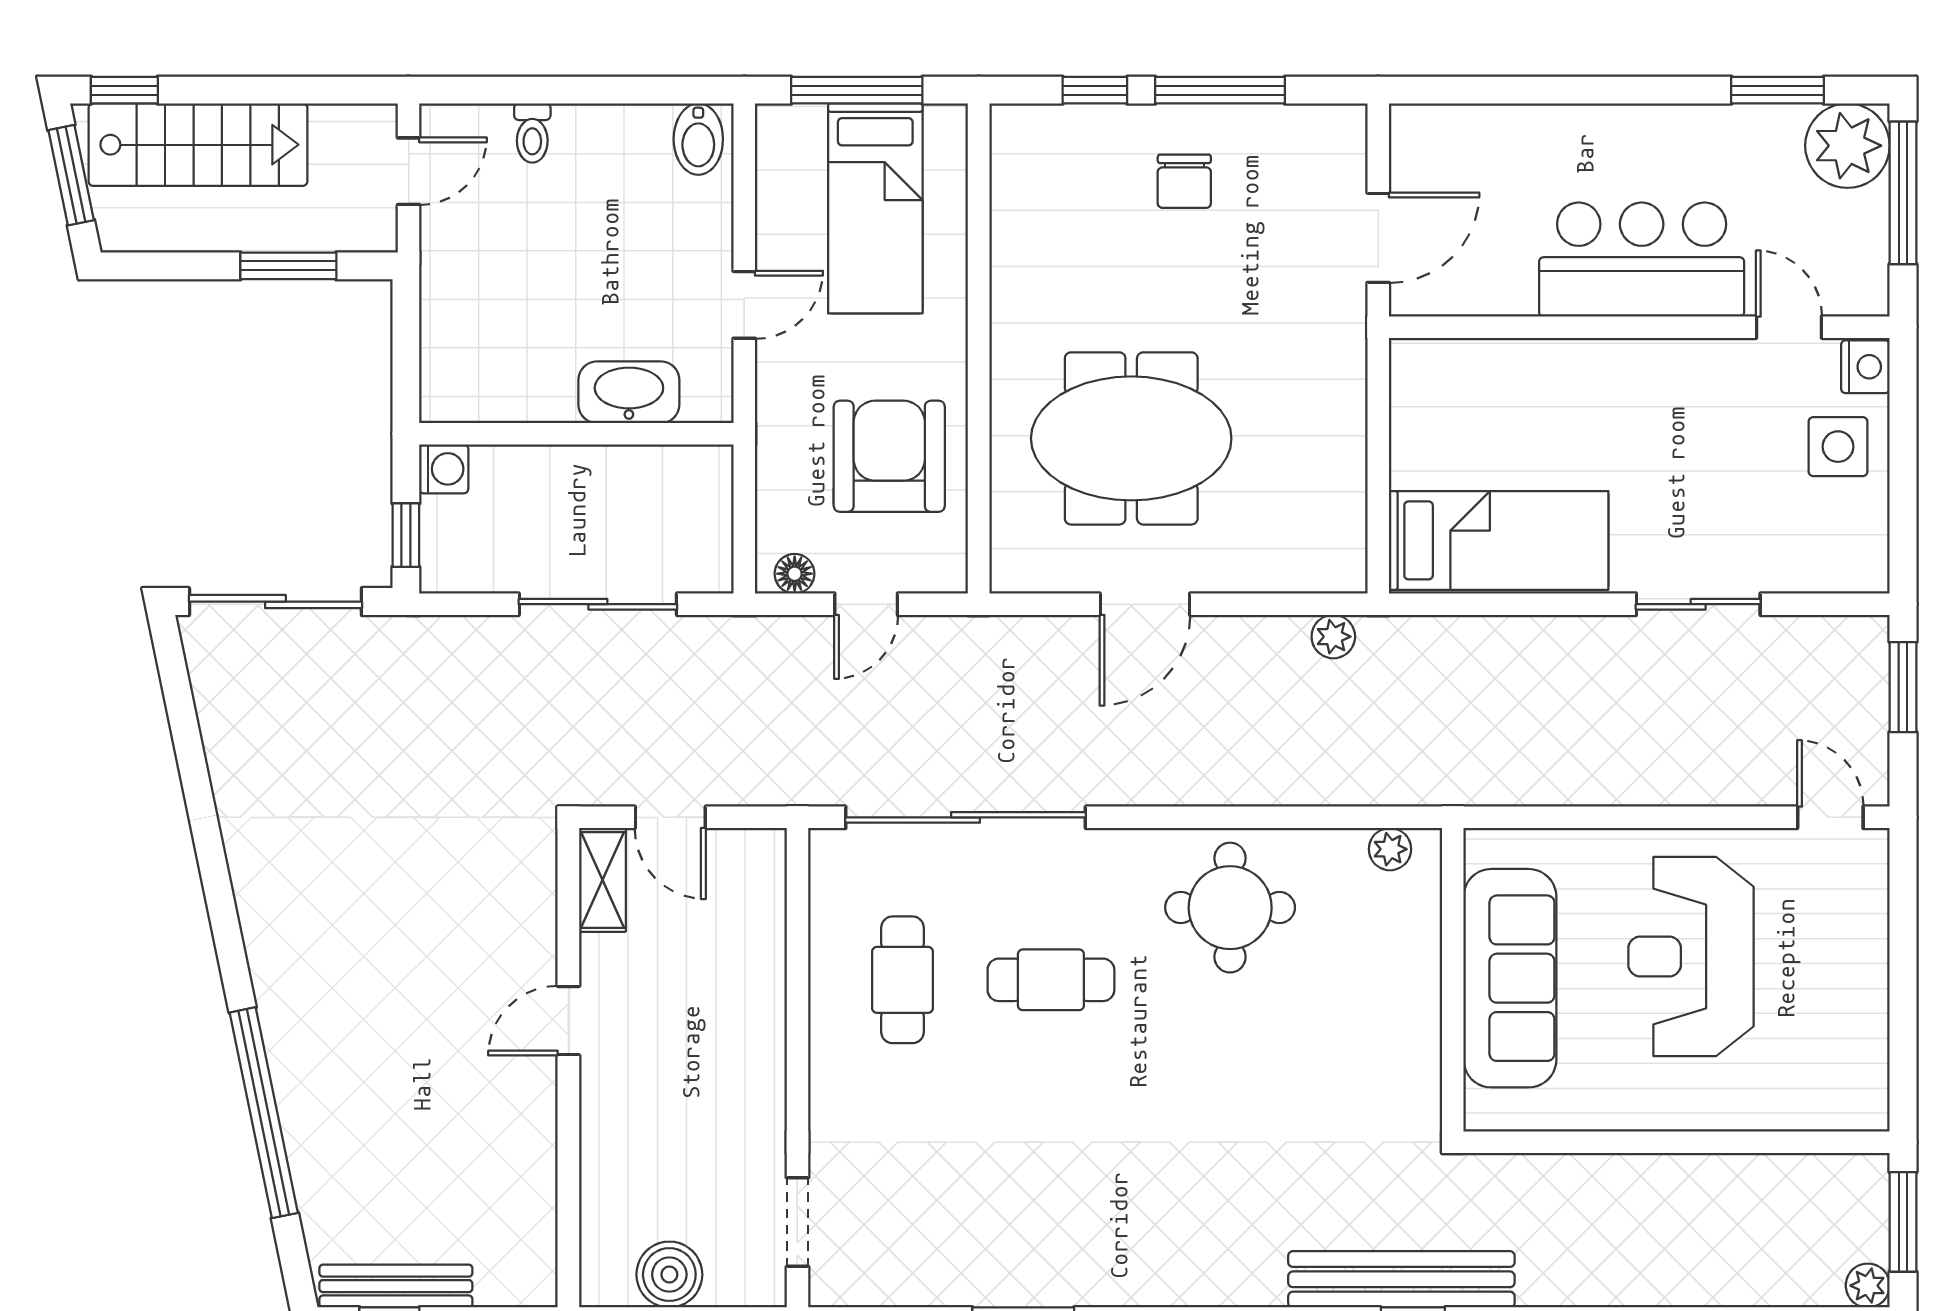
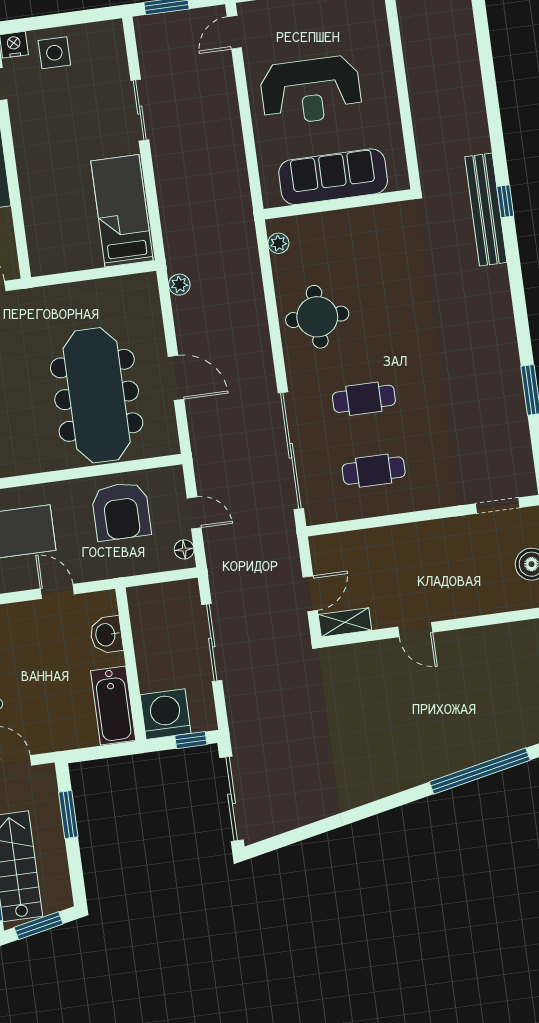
bathtub: (497, 387) -> (113, 706), added
washbasin: (629, 392) -> (106, 635), width x0.72
meeting table: (1131, 438) -> (97, 395), width x1.36
armchair: (889, 456) -> (121, 511), turned -90
washing machine: (444, 469) -> (165, 714), width x1.89, depth x1.89
cafe table: (1051, 980) -> (364, 399), turned 90

